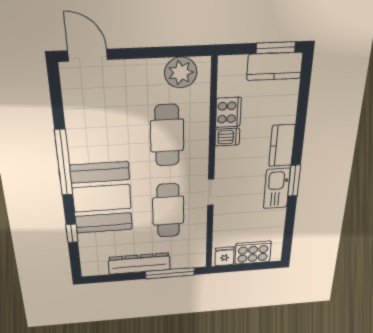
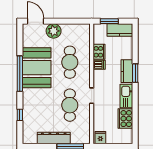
window: (276, 48) -> (109, 21), moved
plant: (181, 73) -> (54, 31), moved
window: (294, 181) -> (135, 73), moved
booth: (102, 198) -> (37, 68), moved
cooker: (253, 253) -> (125, 119), moved, turned -90

